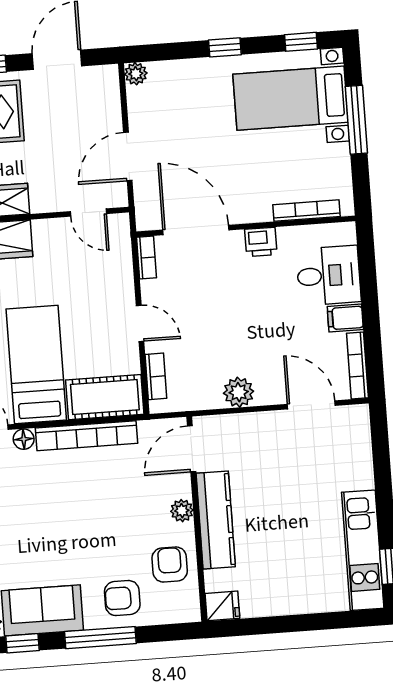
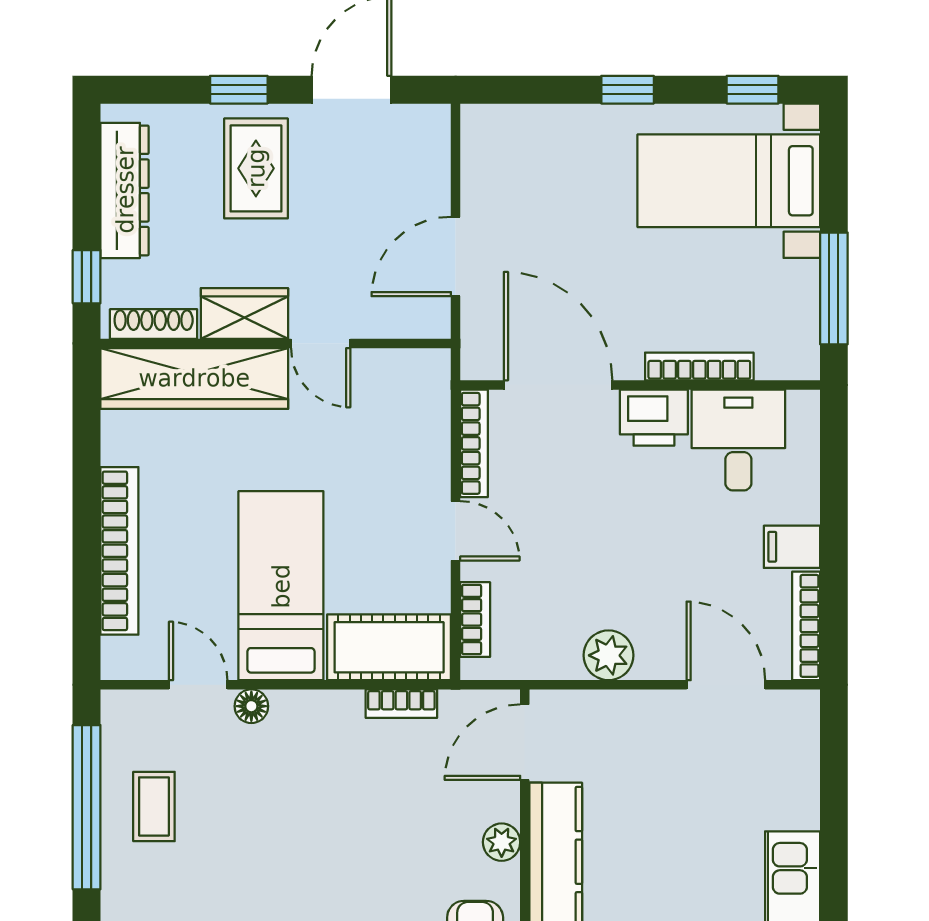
plant: (136, 74) -> (479, 122), removed
window: (356, 120) -> (834, 288), moved
bookcase: (307, 211) -> (699, 366), moved
door: (88, 213) -> (321, 343), moved
printer: (261, 242) -> (654, 418), width x1.36, depth x1.24
bookcase: (146, 258) -> (474, 443), width x1.56
desk: (328, 275) -> (738, 440), moved, turned -90
bookcase: (86, 436) -> (401, 704), width x0.43, depth x0.76

